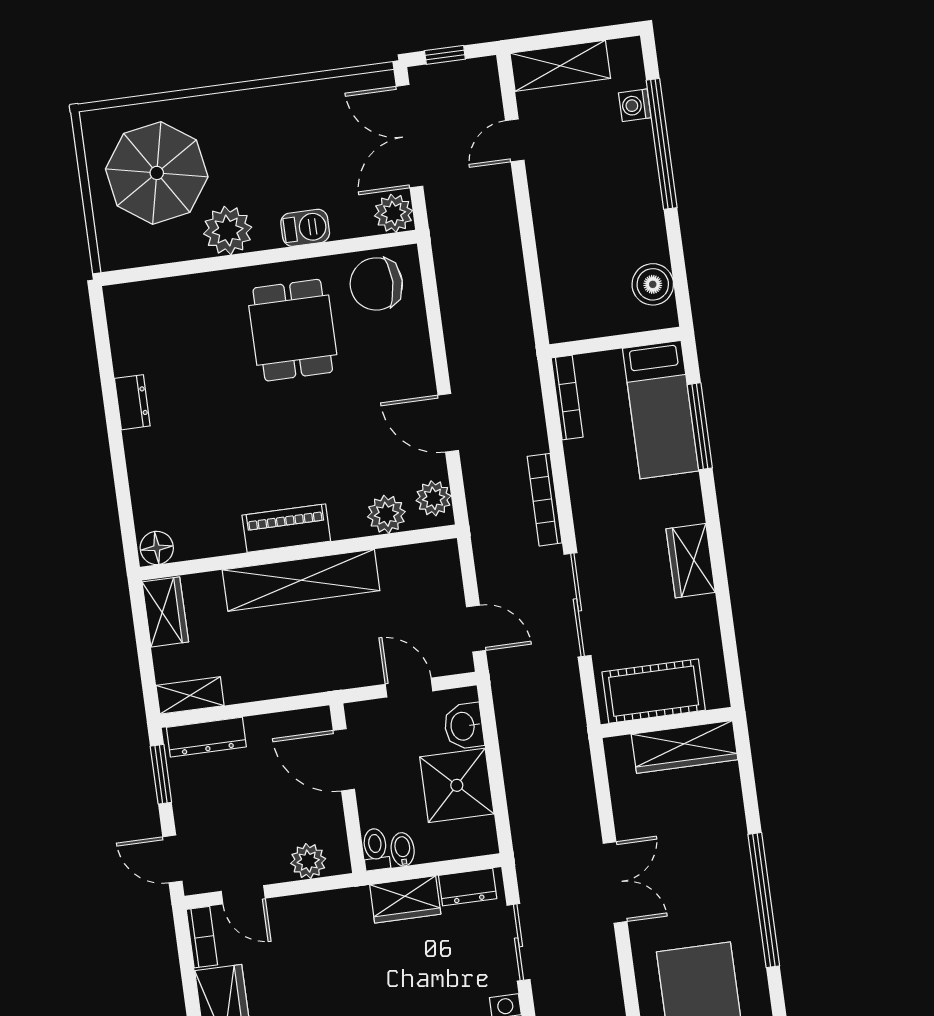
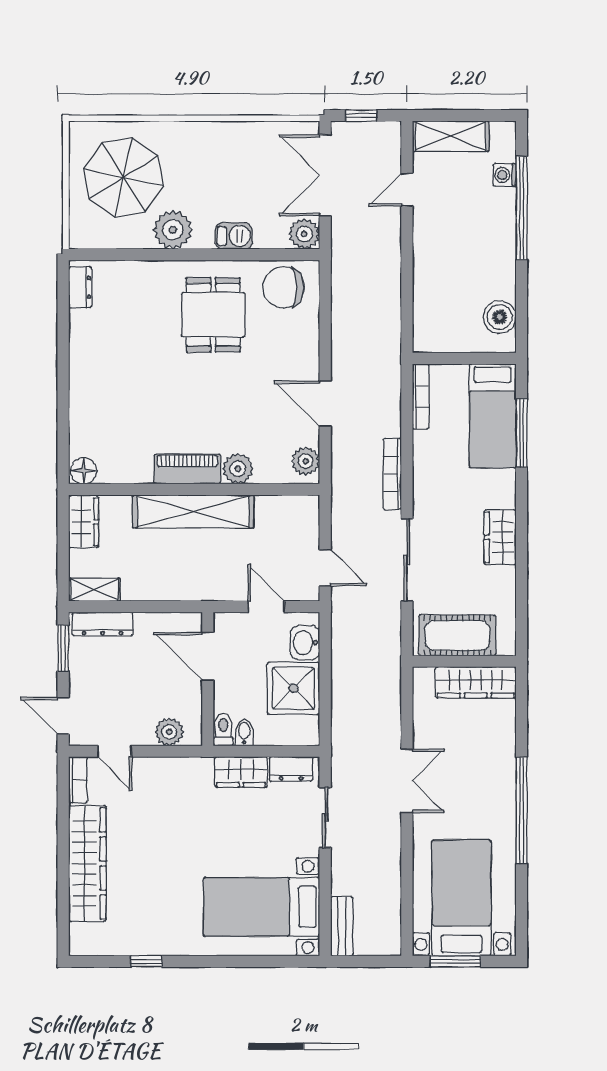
dresser: (132, 402) -> (80, 287), moved
plant: (386, 514) -> (238, 469), moved

